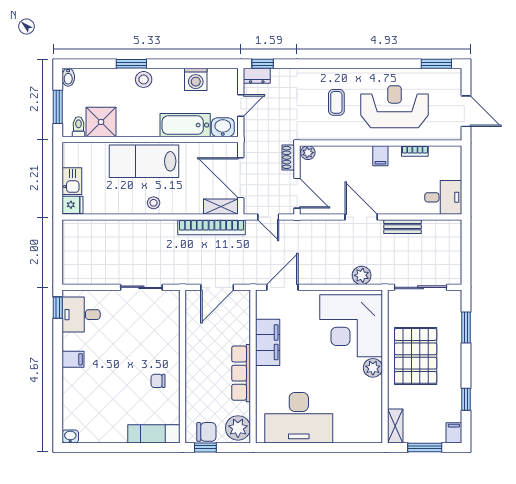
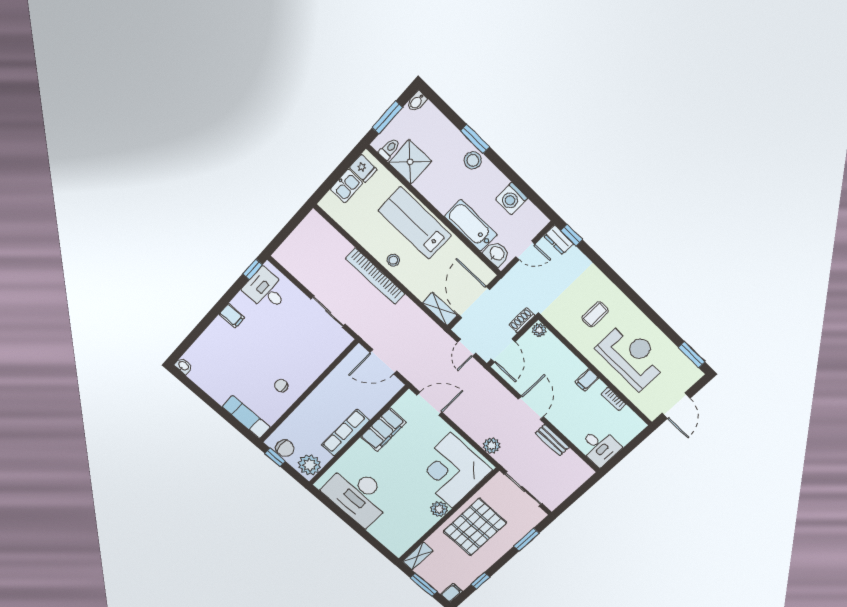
fridge: (72, 205) -> (363, 168), moved
bookcase: (211, 227) -> (375, 276), moved

